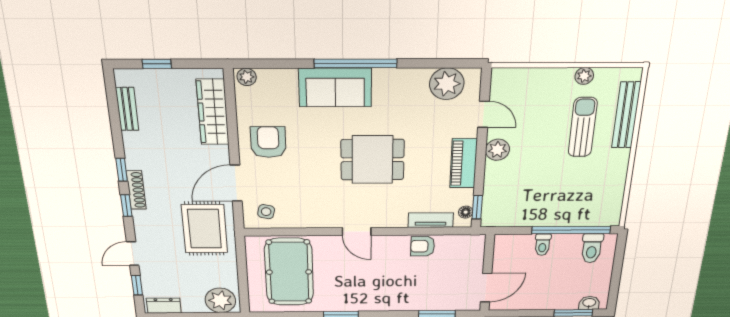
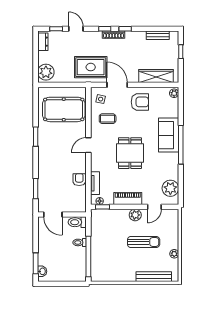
sun lounger: (583, 127) -> (144, 242), moved
coffee table: (304, 200) -> (108, 119), added
toilet: (592, 248) -> (77, 222), moved

